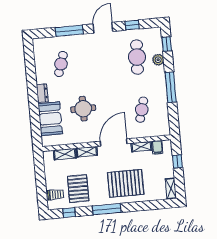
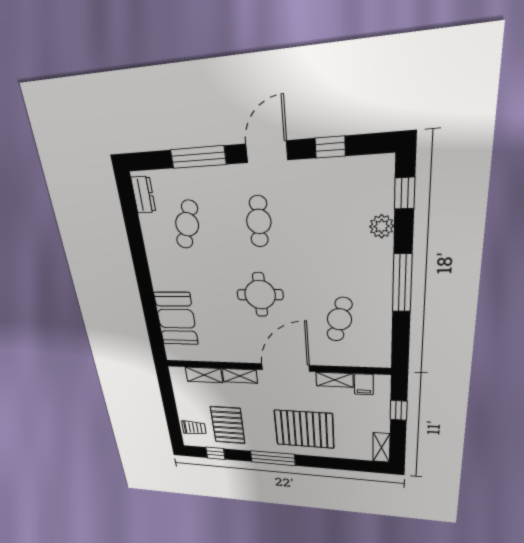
cafe table: (137, 57) -> (259, 222), moved, width x0.73, depth x0.74
dresser: (42, 93) -> (143, 195), moved
round table: (83, 109) -> (260, 295), moved

